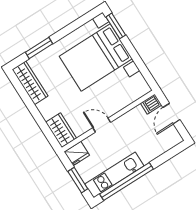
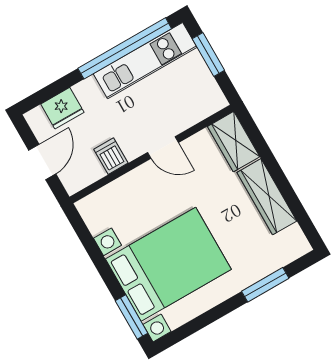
wardrobe: (30, 83) -> (267, 197), moved
dishwasher: (151, 104) -> (111, 156), moved, turned -90
fridge: (77, 153) -> (62, 108), moved, turned 180

